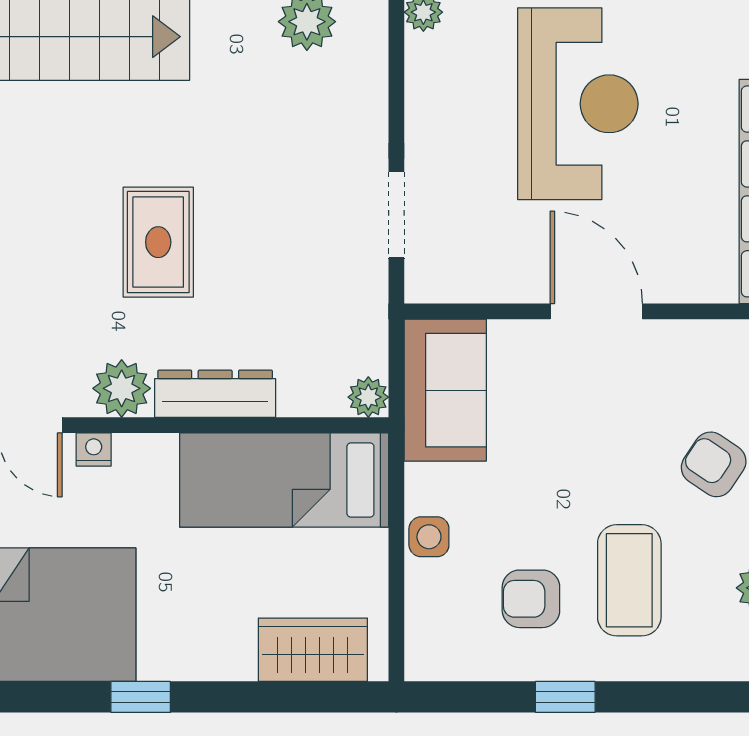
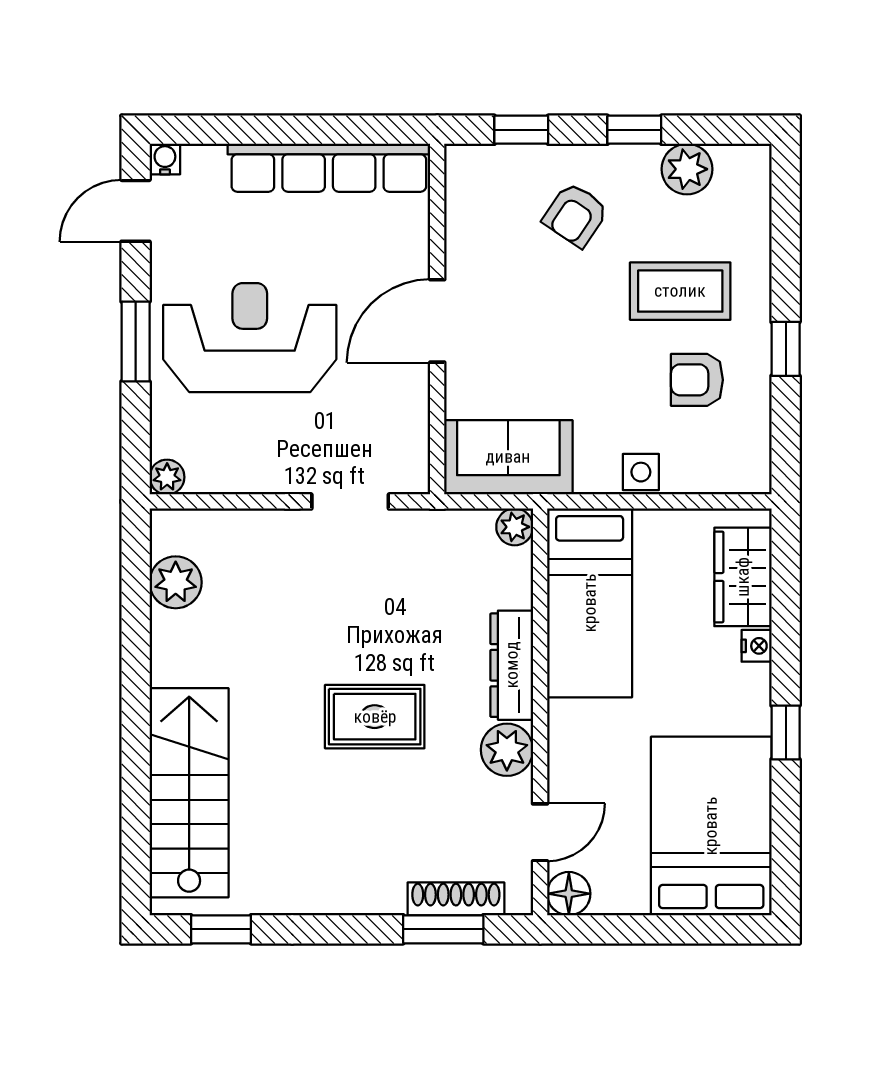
nightstand: (94, 450) -> (757, 646), moved, turned 180
armchair: (531, 599) -> (697, 380), turned 90

